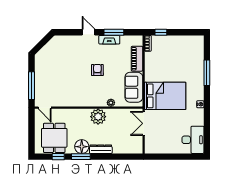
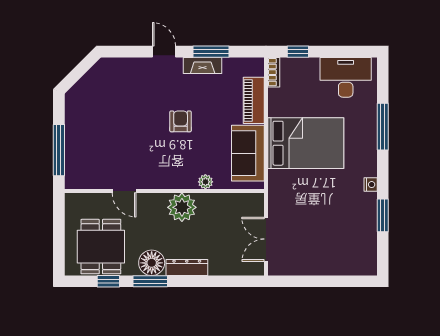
bed: (165, 96) -> (306, 143), moved
door: (45, 108) -> (124, 191), moved
window: (207, 121) -> (383, 215), added
double door: (144, 123) -> (266, 239), moved
desk: (193, 140) -> (346, 77), moved, turned -90

